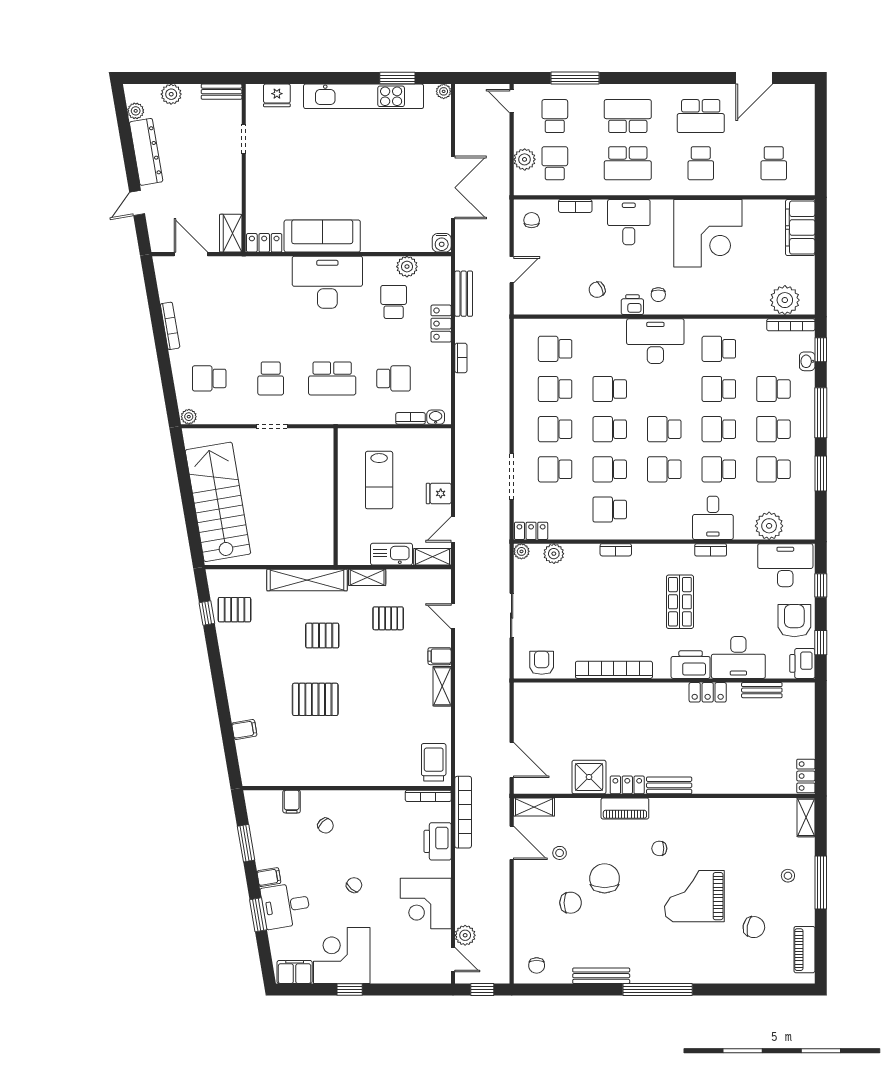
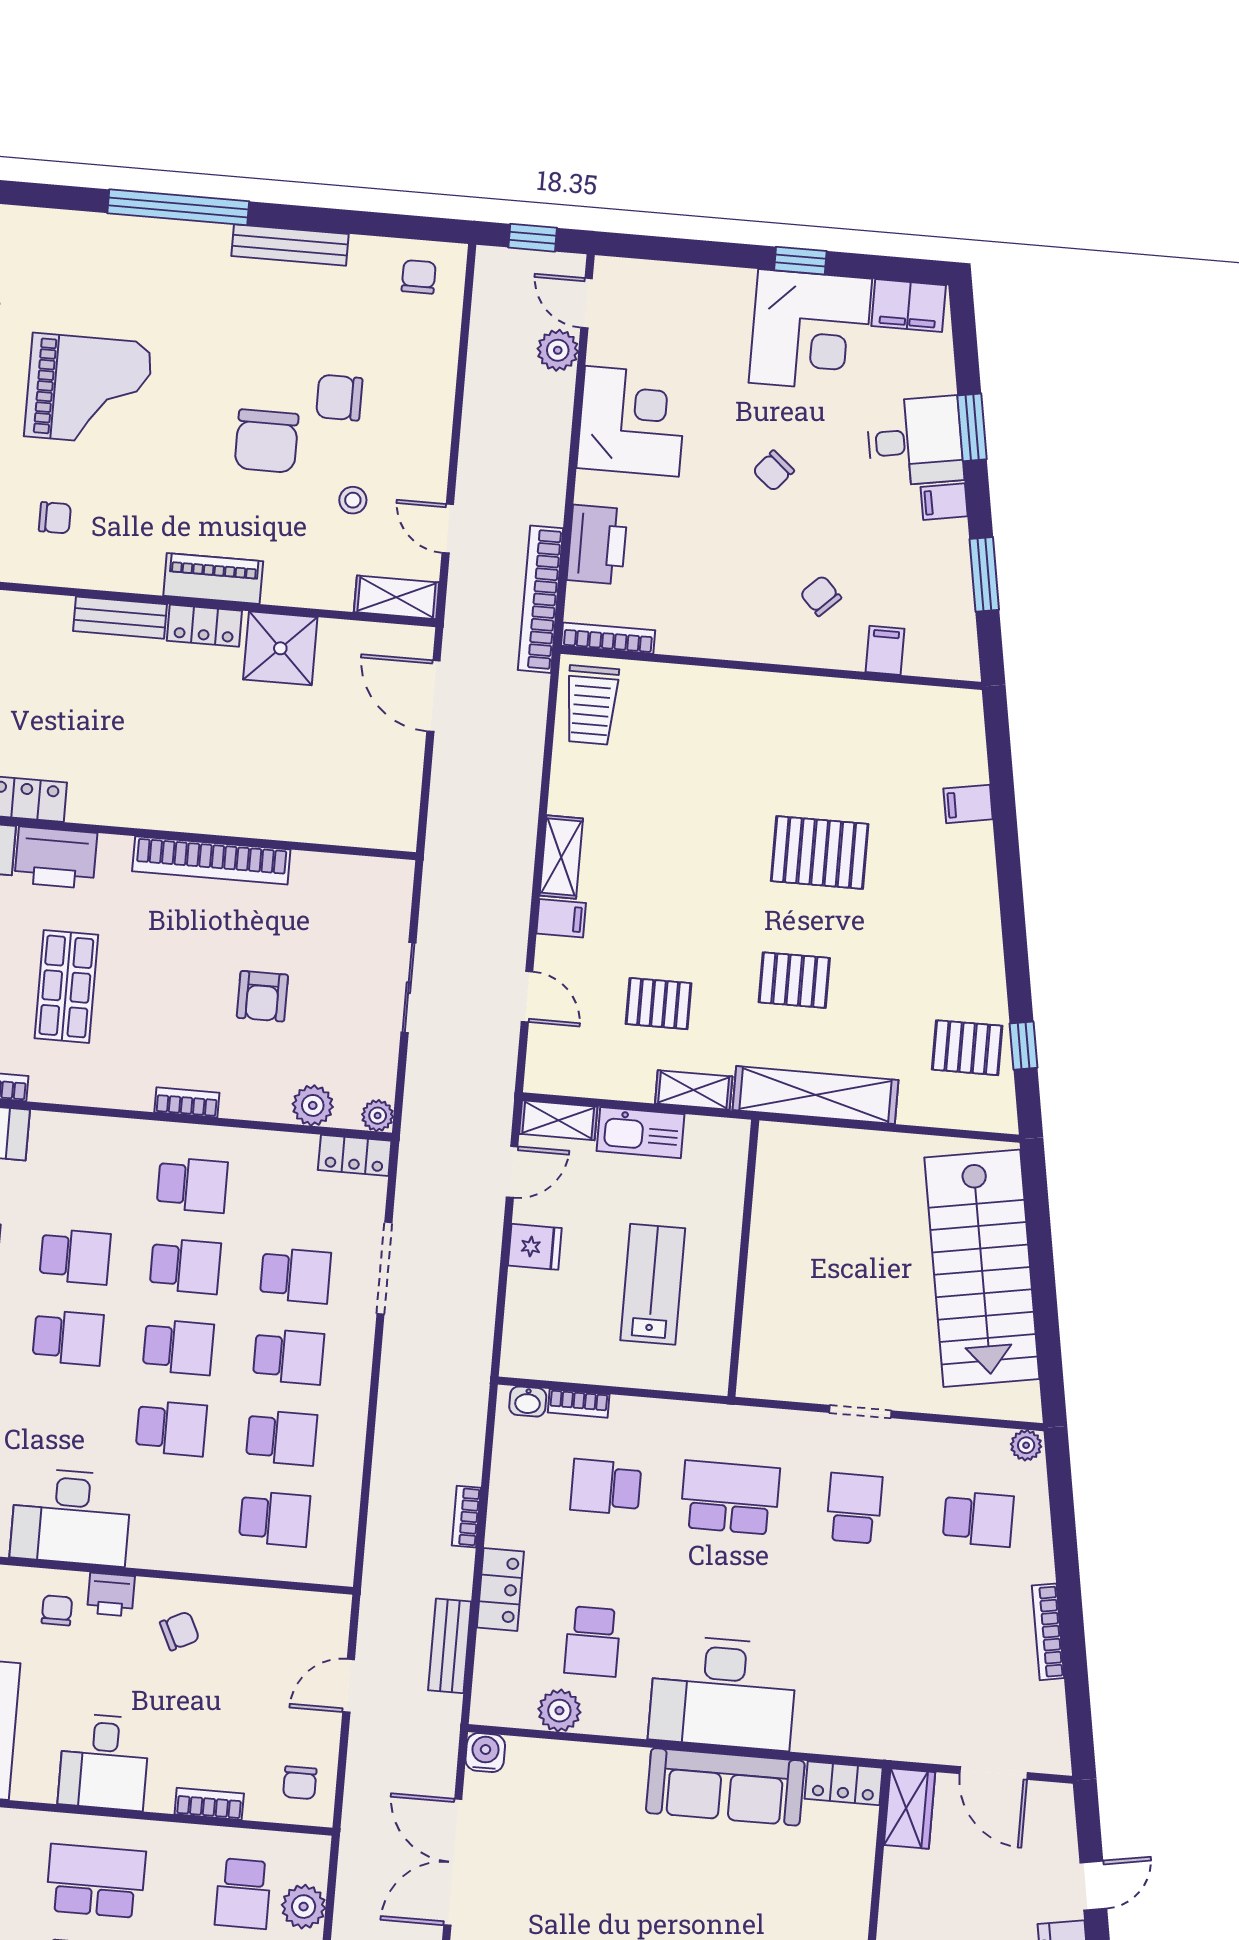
armchair: (542, 663) -> (262, 996), moved
door: (512, 843) -> (448, 529), width x0.73
chair: (659, 848) -> (55, 518), moved

